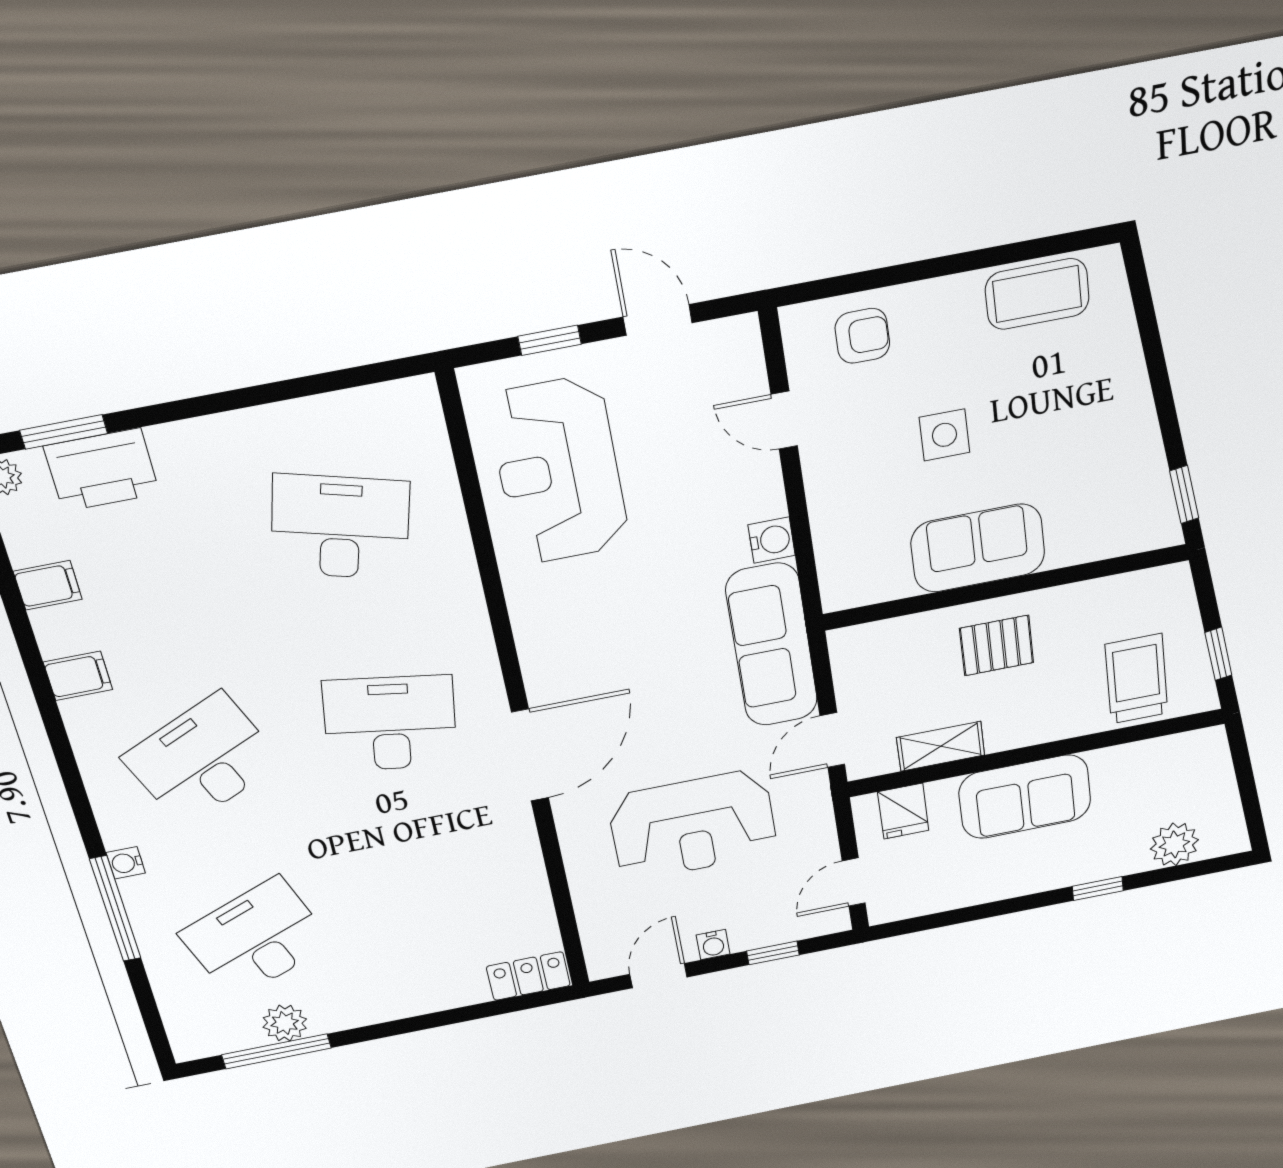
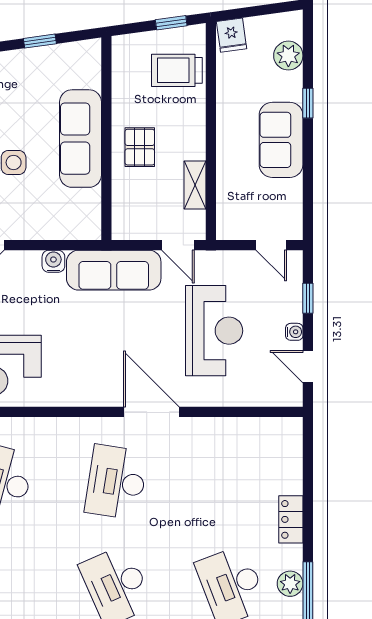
window: (1184, 495) -> (40, 41), moved
sofa: (978, 548) -> (81, 139), width x1.36
sofa: (1025, 797) -> (281, 140), moved, turned 180
fridge: (903, 811) -> (232, 35), moved, turned 82
locker: (528, 976) -> (291, 519), moved

